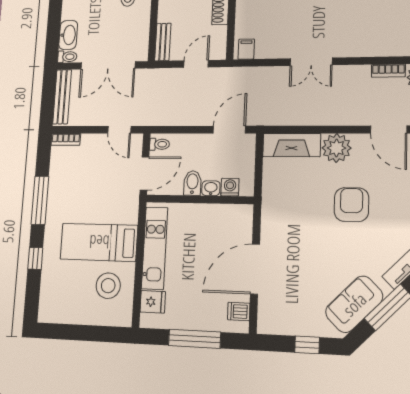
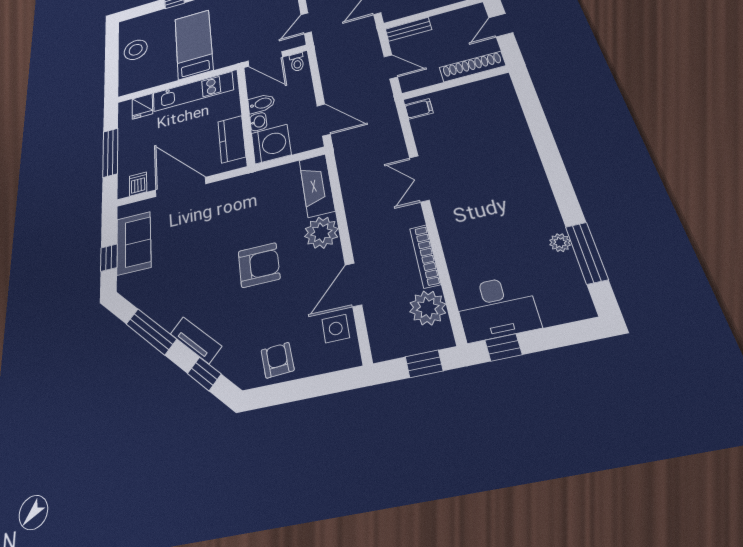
bookcase: (388, 71) -> (425, 256), width x1.56
washing machine: (230, 187) -> (271, 144), width x1.89, depth x1.89
kitchen counter: (221, 215) -> (232, 139), added
stool: (108, 286) -> (136, 50), moved
sofa: (354, 304) -> (134, 243), moved, turned 45

